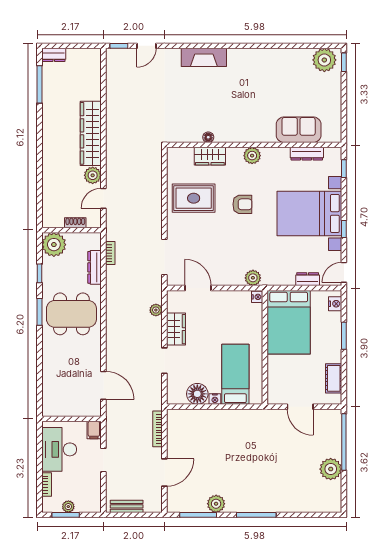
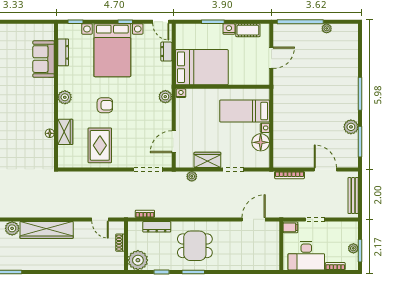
plant: (93, 175) -> (12, 228), moved
armchair: (242, 204) -> (105, 105), turned 90
nightstand: (335, 304) -> (229, 29), moved
dining table: (71, 314) -> (195, 246), width x0.73
plant: (331, 469) -> (327, 28), width x0.53, depth x0.53
bench: (127, 506) -> (353, 196), width x1.36

